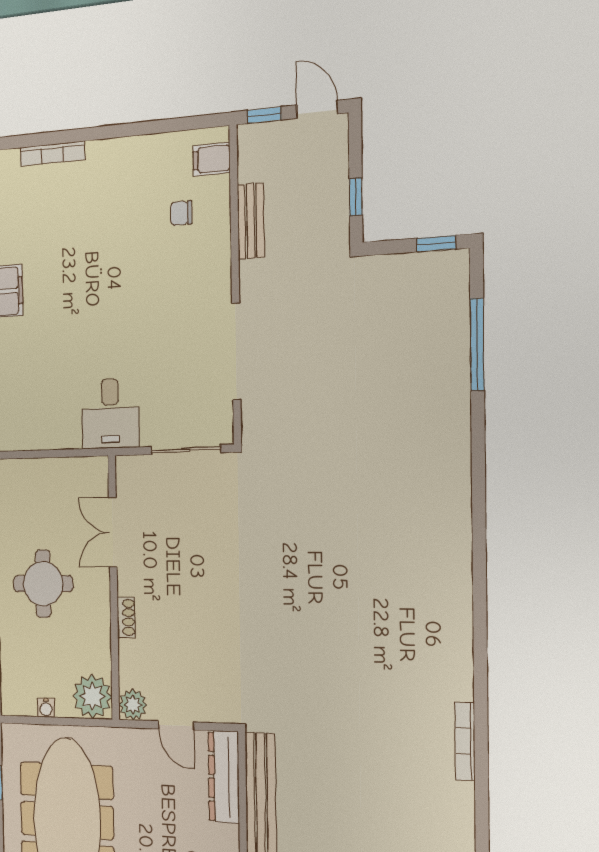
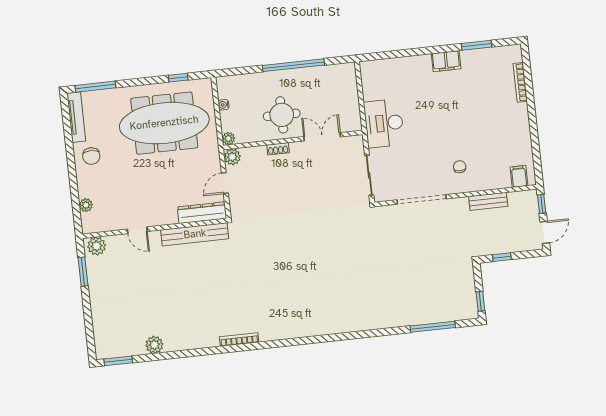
chair: (181, 213) -> (460, 167), moved
desk: (110, 414) -> (384, 123), width x1.37
round table: (43, 584) -> (282, 115), moved
plant: (92, 696) -> (228, 139), width x0.53, depth x0.53

